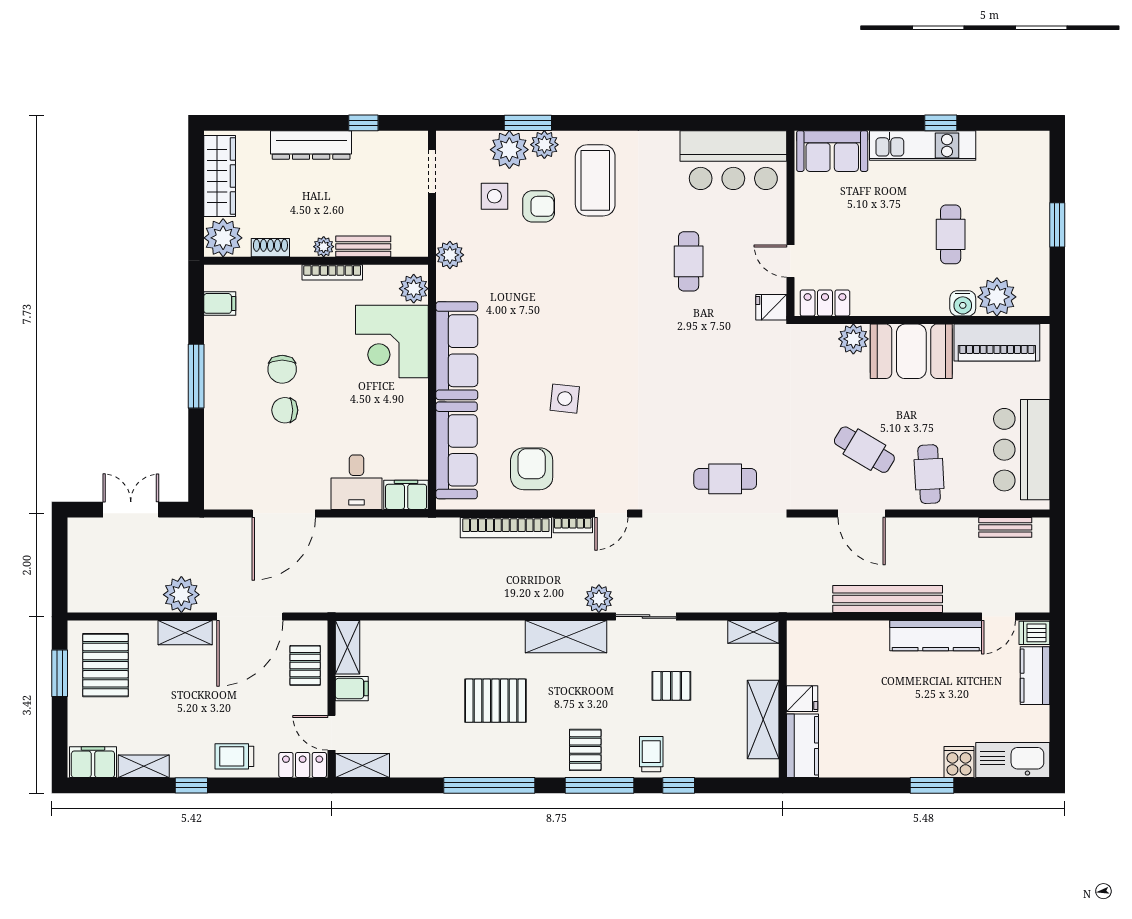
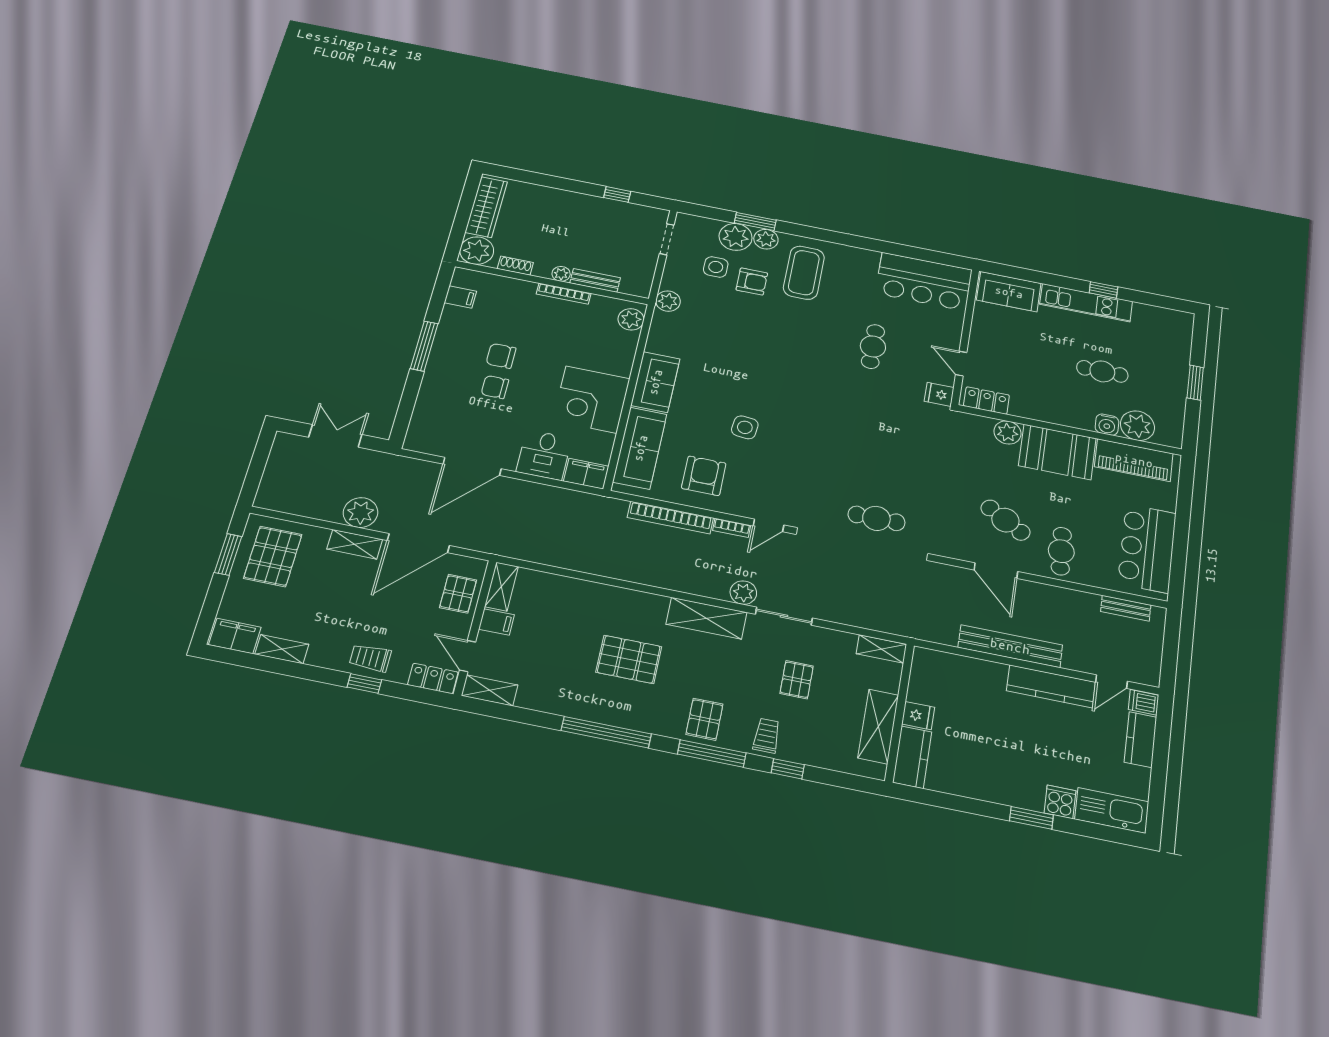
dresser: (311, 145) -> (569, 201), removed
cafe table: (951, 234) -> (1102, 371), turned 90
corner desk: (392, 342) -> (591, 399), moved
sofa: (457, 351) -> (655, 382), width x0.73
chair: (282, 369) -> (501, 356), turned 90
pallet: (671, 686) -> (797, 680), turned 90
window: (191, 785) -> (364, 684), moved

